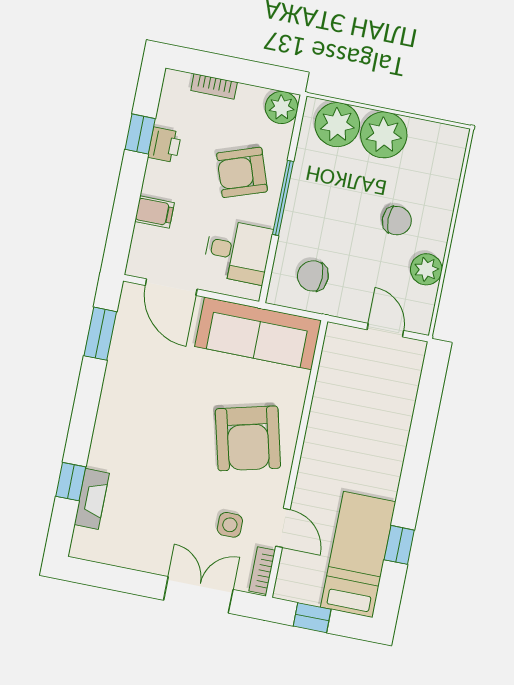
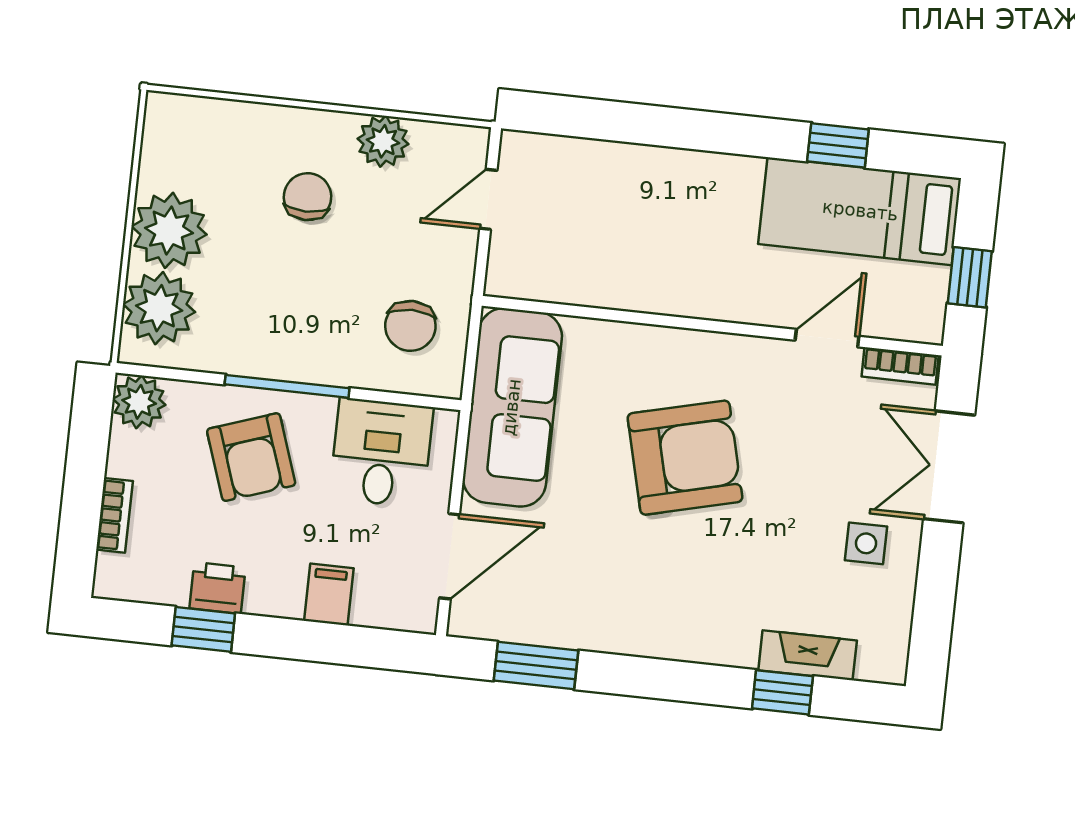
armchair: (248, 438) -> (685, 458), moved
side table: (230, 525) -> (866, 543), moved

